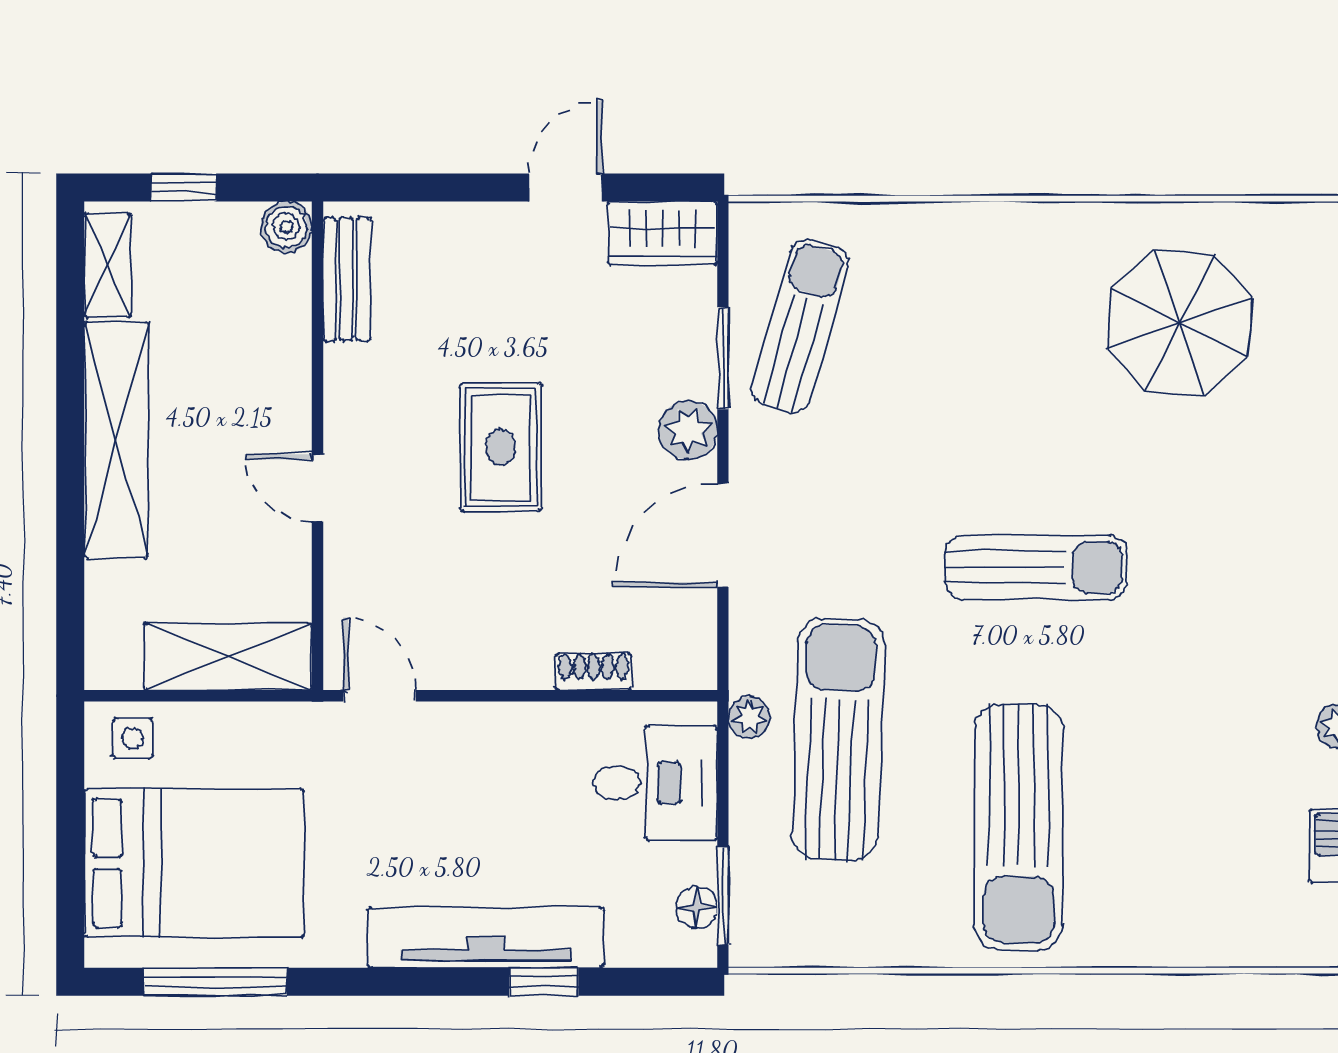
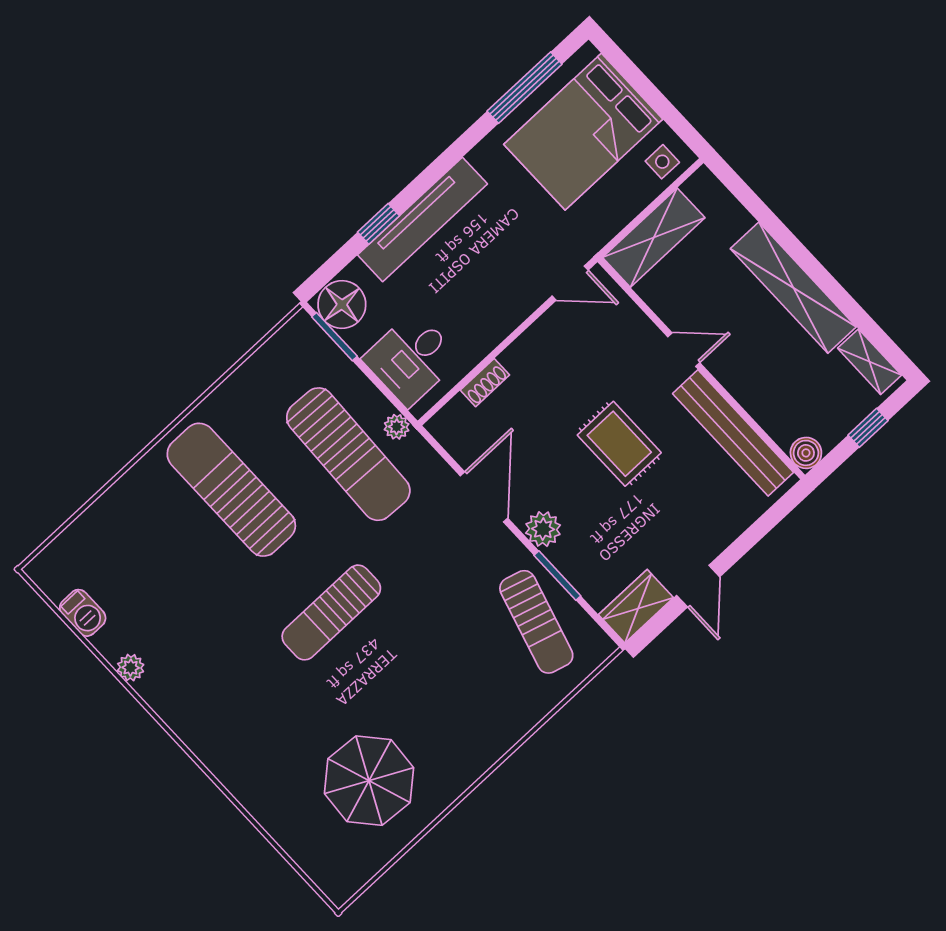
bench: (347, 279) -> (733, 433), width x1.86, depth x1.21
floor lamp: (697, 907) -> (342, 305), width x1.89, depth x1.89

